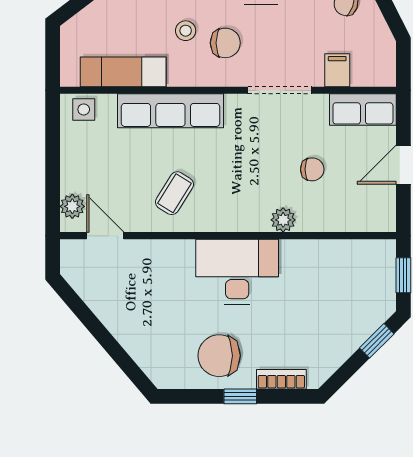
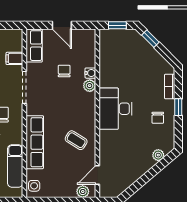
water cooler: (308, 222) -> (90, 73), added
chair: (219, 356) -> (158, 118), width x0.54, depth x0.54
plant: (145, 357) -> (158, 155), added

